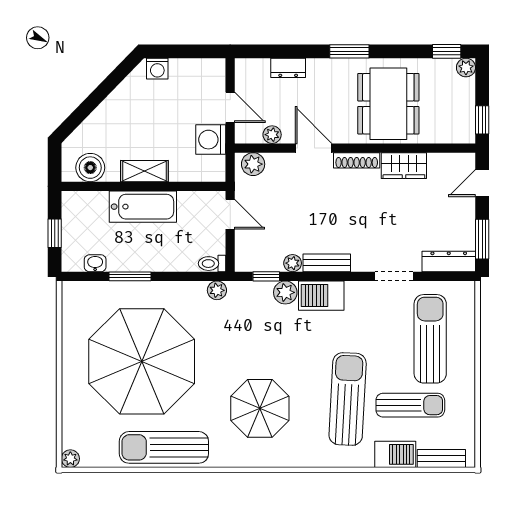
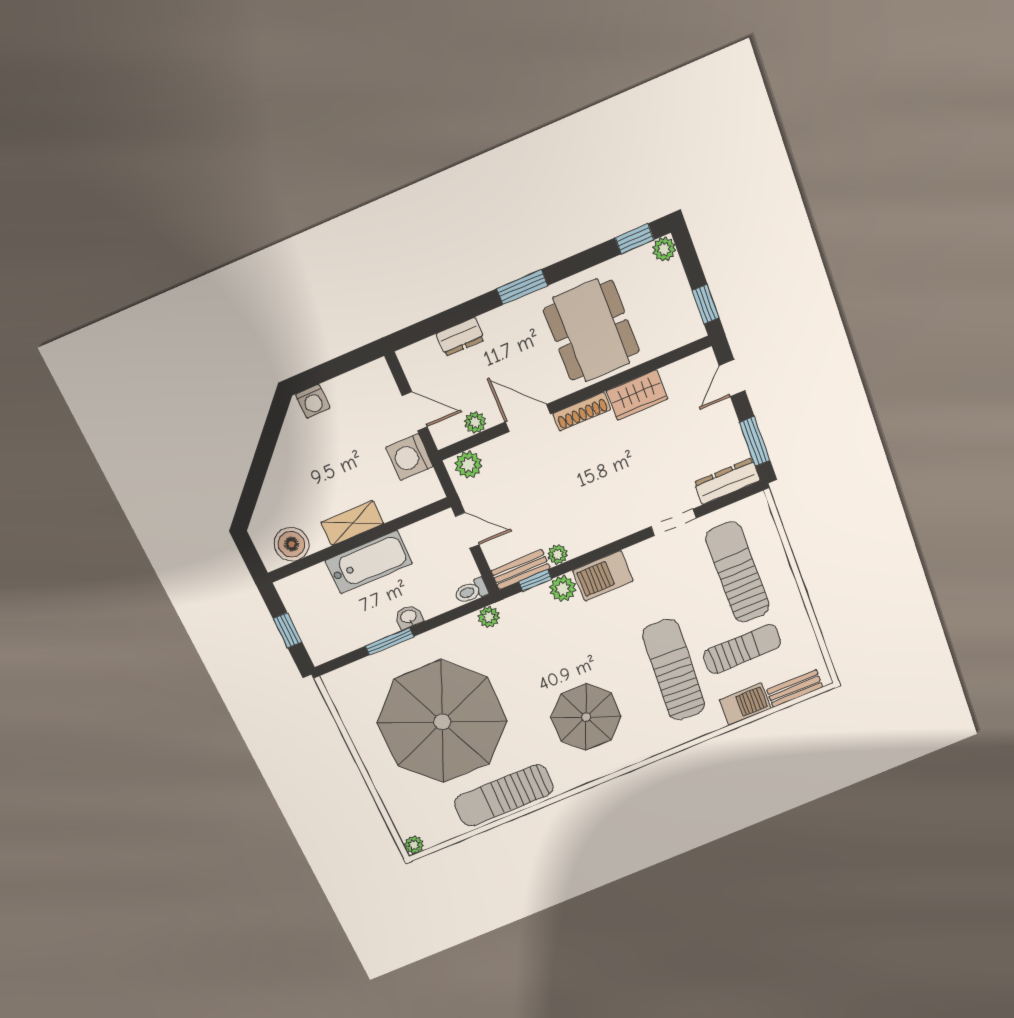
washbasin: (95, 263) -> (409, 617), moved
bench: (327, 263) -> (521, 570), moved

